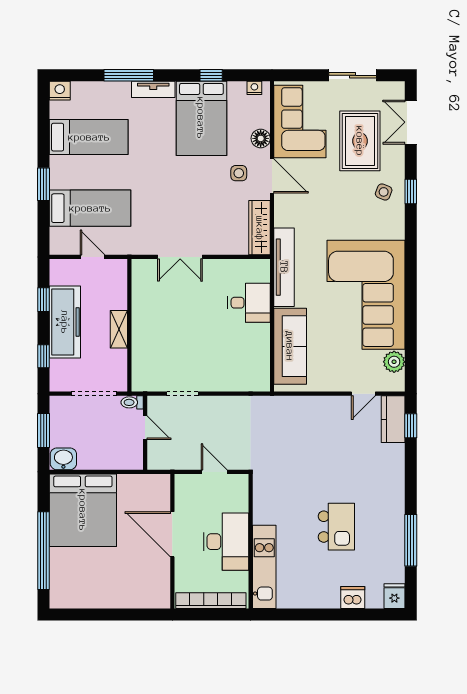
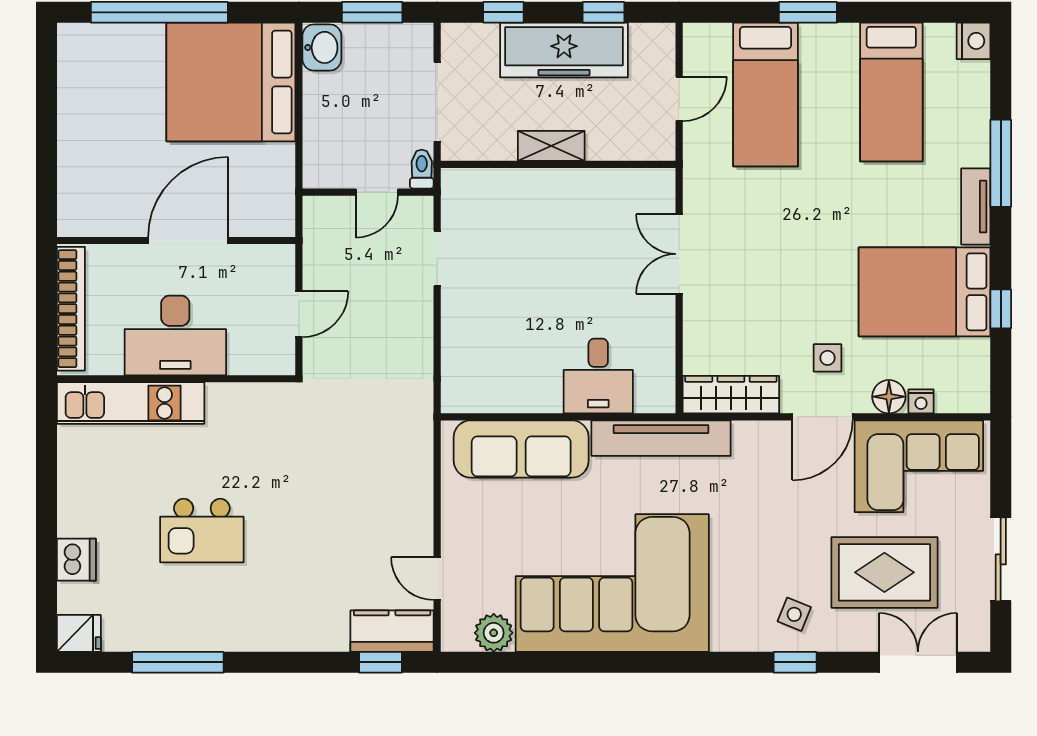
nightstand: (254, 88) -> (921, 401), moved, turned 90

